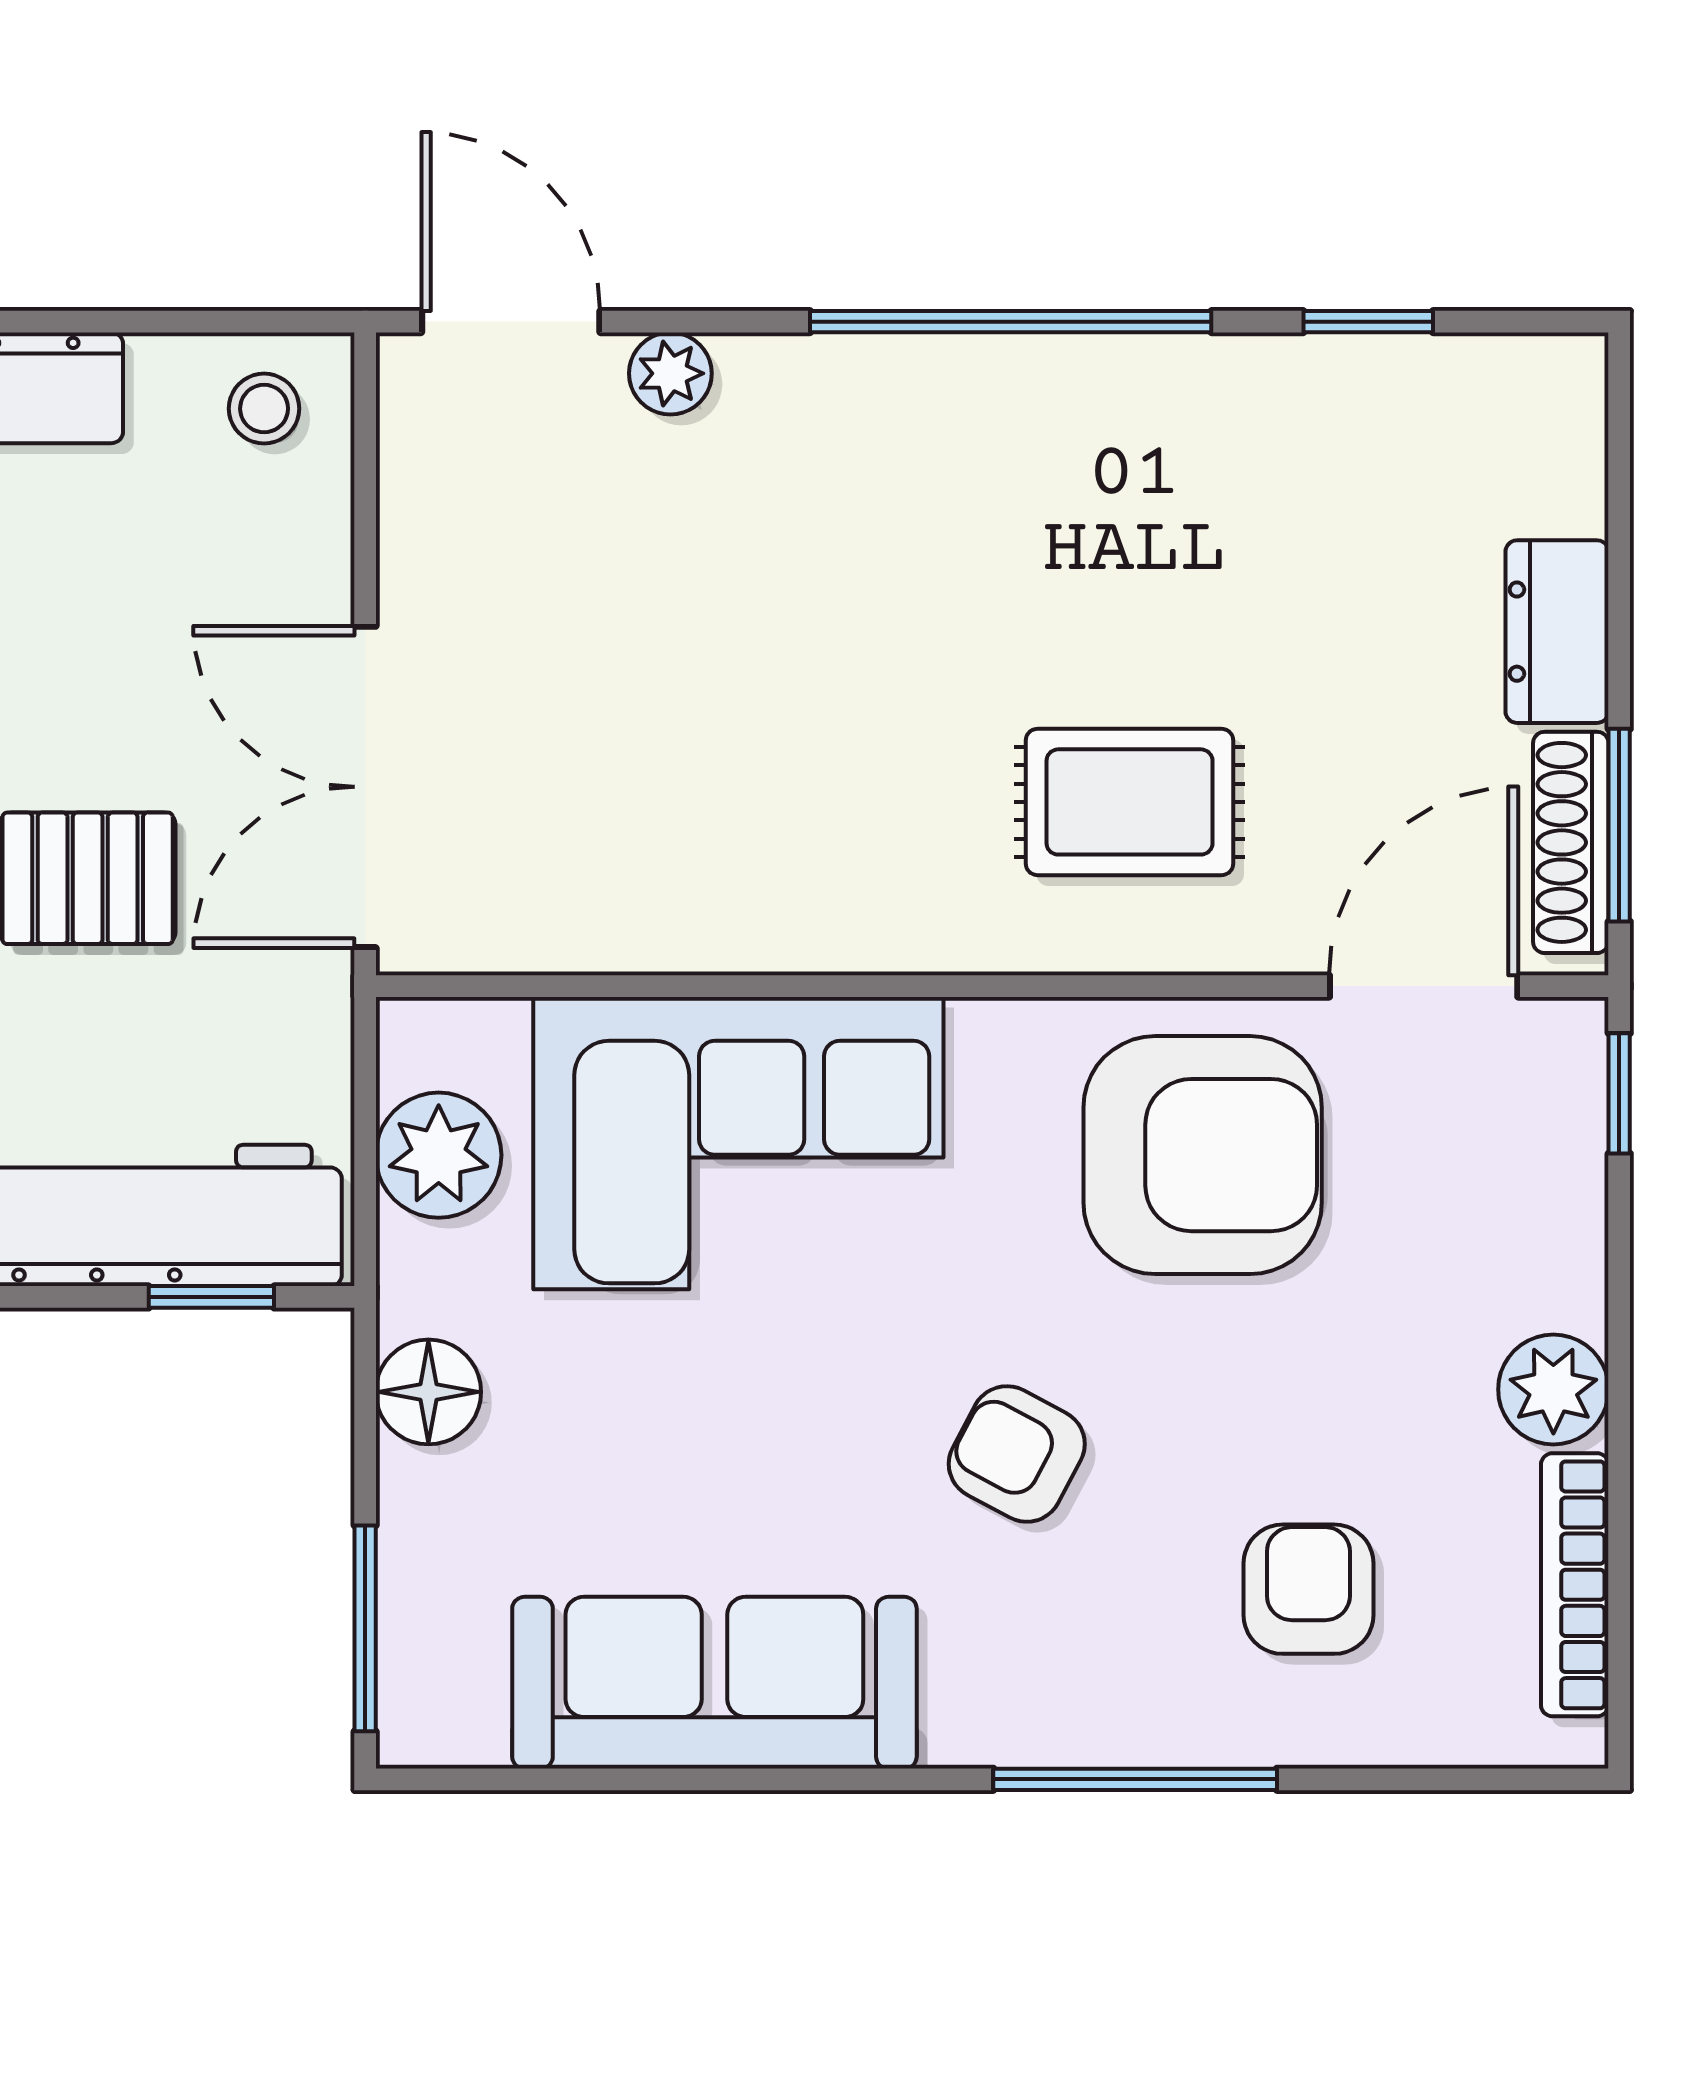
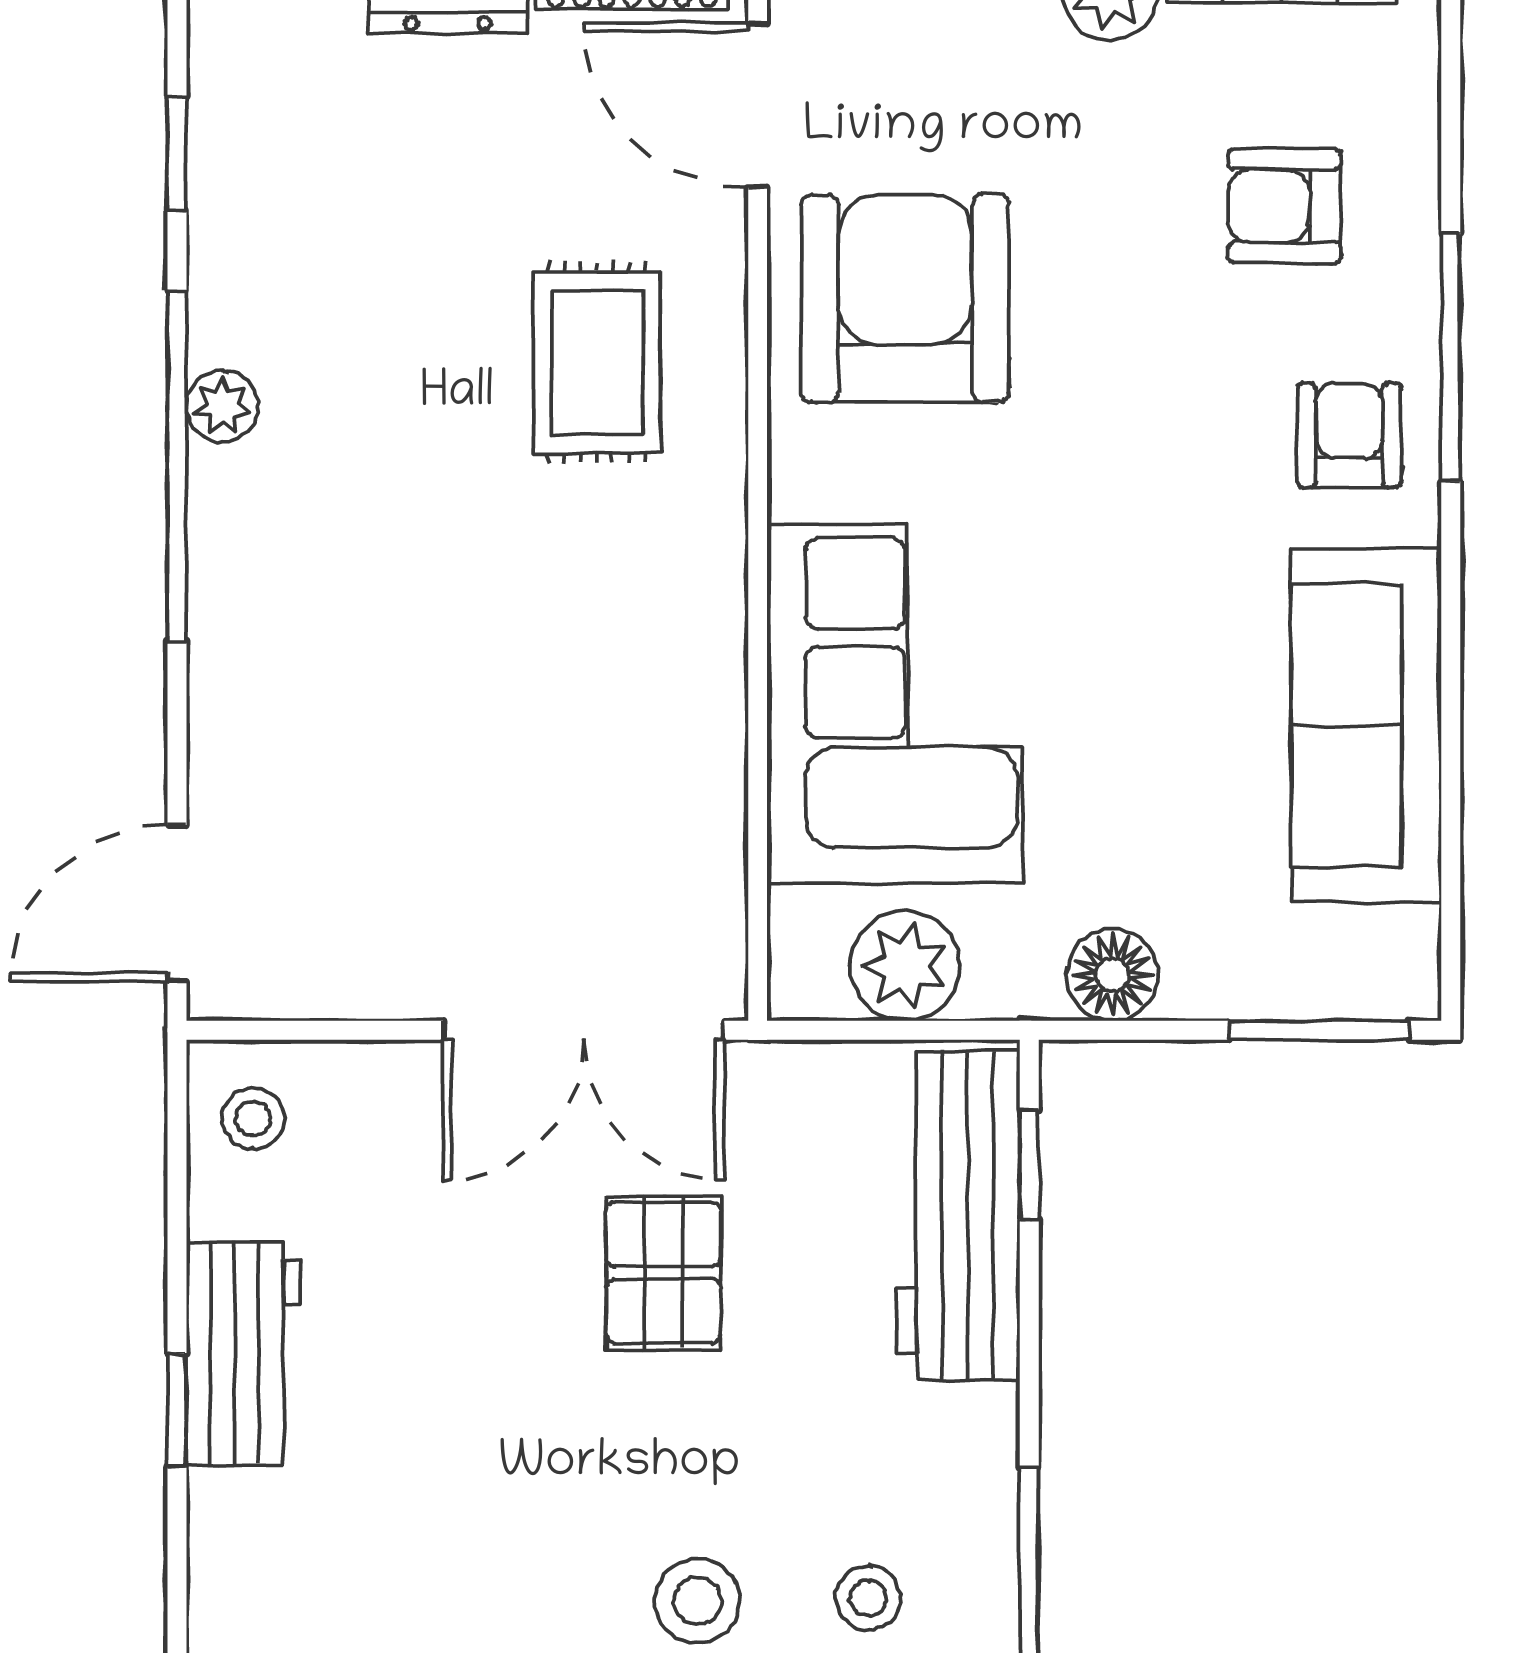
plant: (670, 373) -> (222, 406), moved
armchair: (1017, 1454) -> (1349, 435), moved, turned 152

